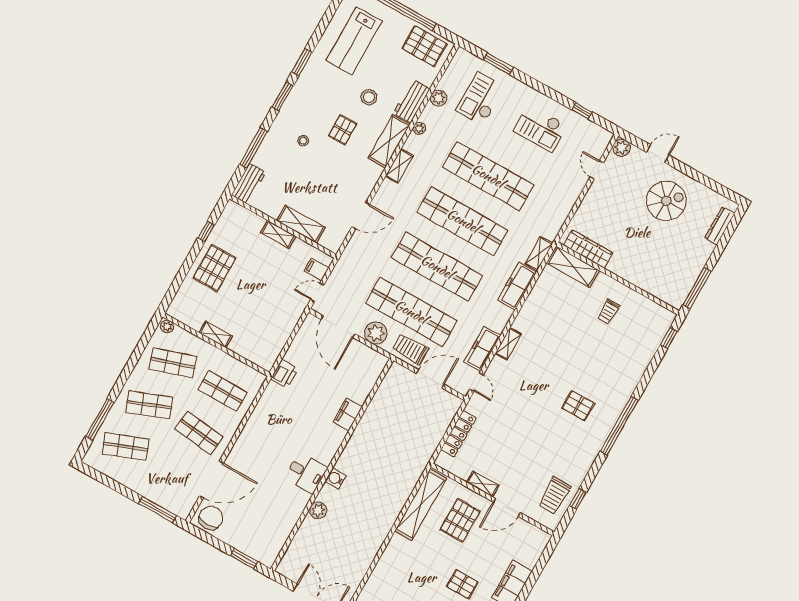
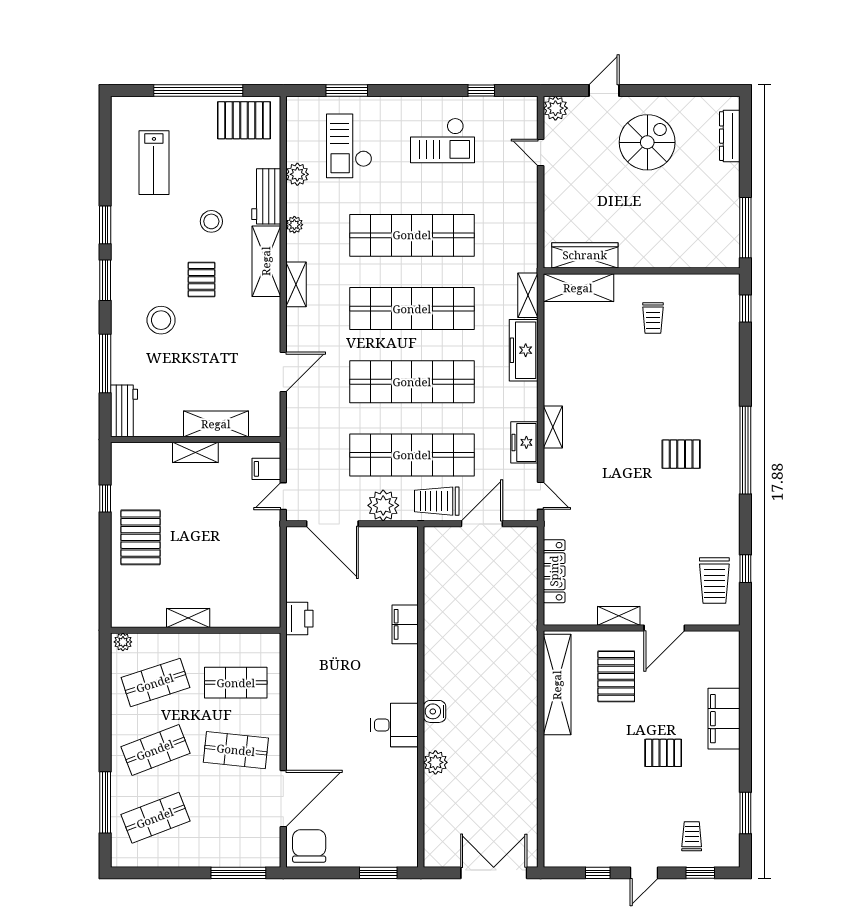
lab bench: (354, 41) -> (154, 163), width x0.73, depth x0.72
stool: (303, 141) -> (161, 320), width x1.89, depth x1.89
freezer: (482, 349) -> (524, 442), width x0.71

